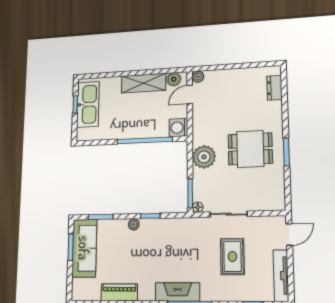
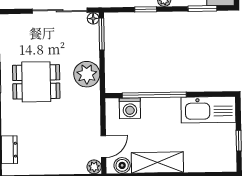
kitchen sink: (88, 104) -> (208, 110), moved, turned -90
washing machine: (178, 128) -> (130, 108), moved, turned 90
sliding door: (229, 214) -> (60, 11), width x1.37

